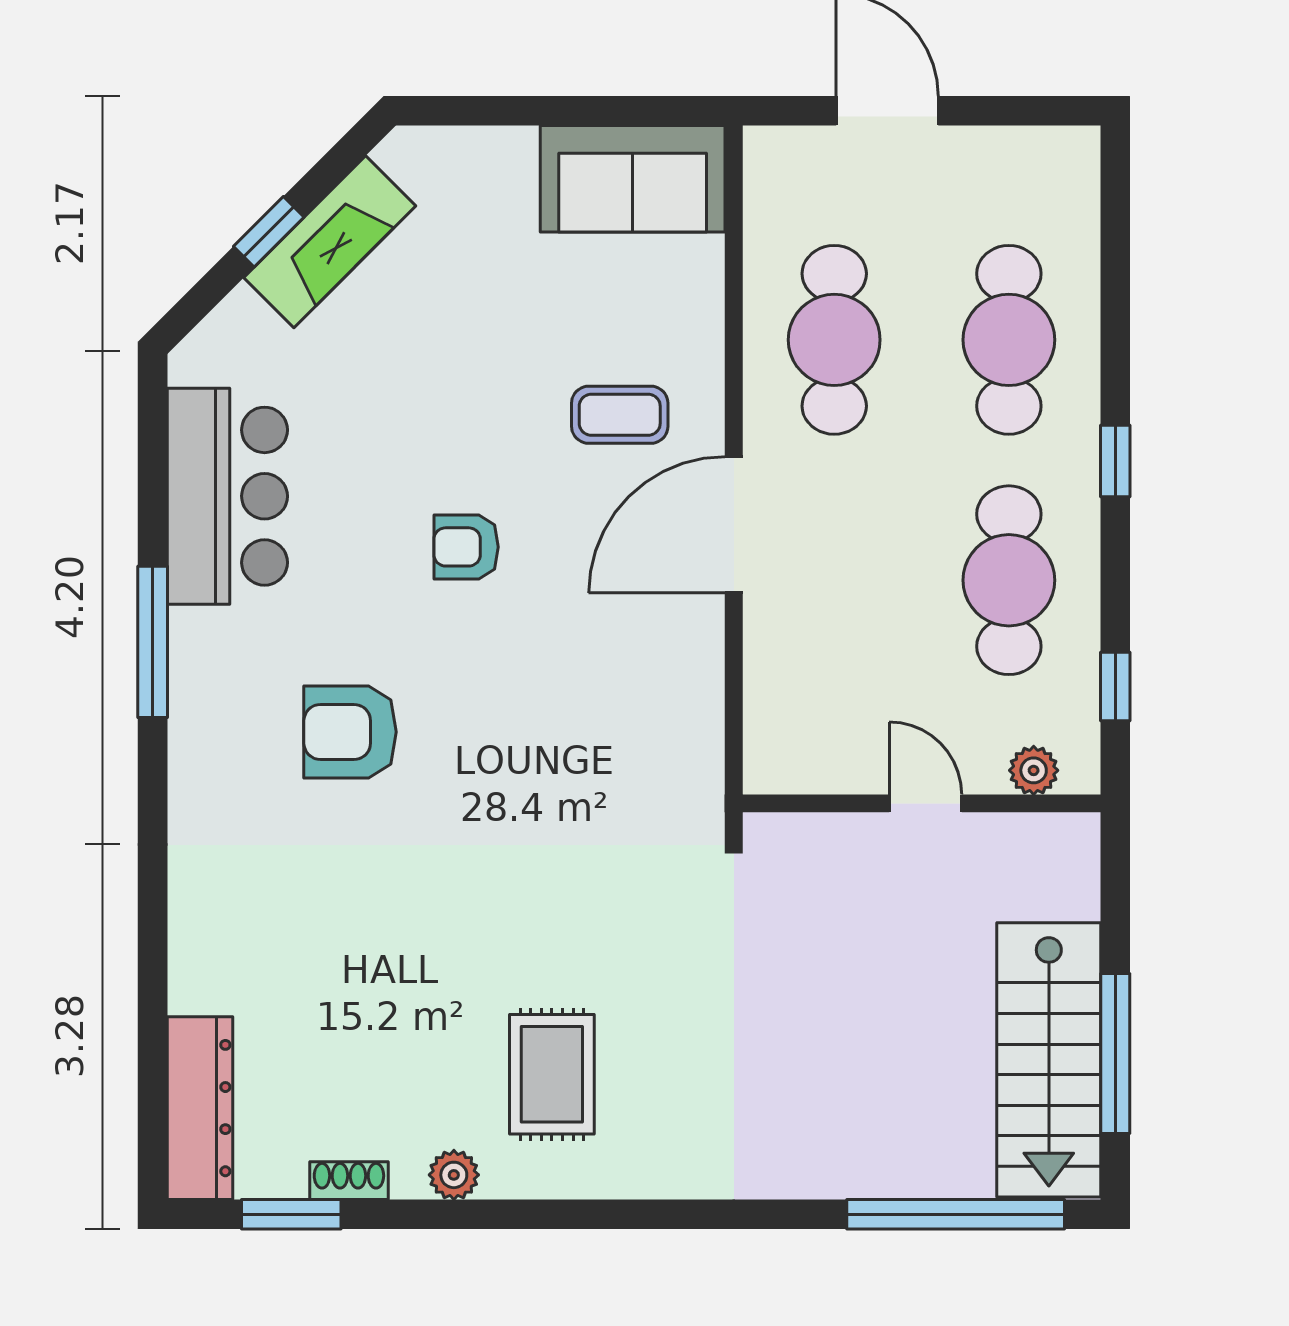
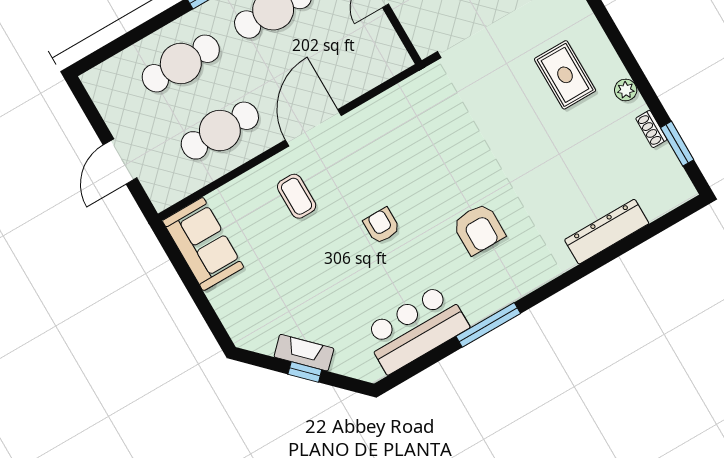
fireplace: (330, 242) -> (304, 353), width x0.73, depth x0.76
door: (734, 525) -> (313, 128), swing flipped
armchair: (466, 547) -> (382, 226), turned 180
rug: (552, 1074) -> (565, 75), turned 90
dresser: (200, 1108) -> (607, 232), moved

